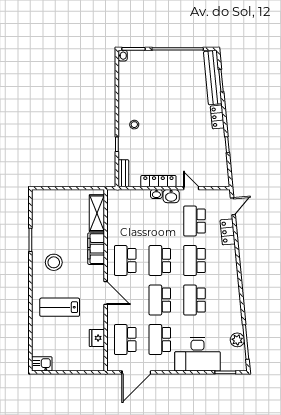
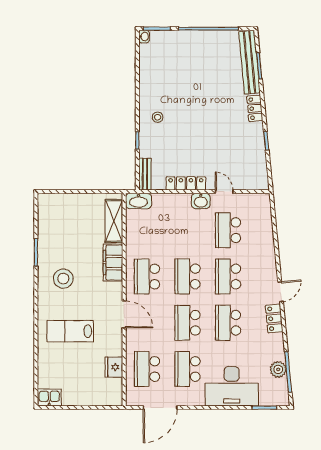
washbasin: (156, 194) -> (138, 201), moved, width x1.91, depth x1.45
door: (233, 206) -> (281, 292), moved
locker: (228, 232) -> (274, 318), moved

